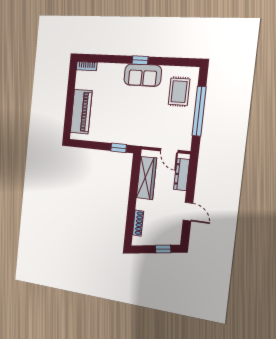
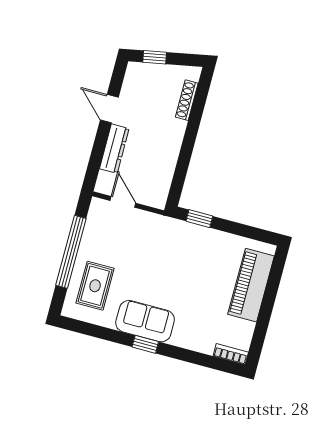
dresser: (182, 174) -> (114, 149), moved
wardrobe: (146, 178) -> (163, 166), removed

